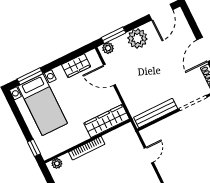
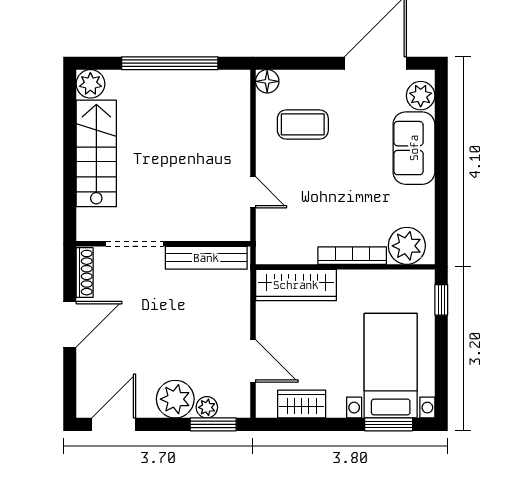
plant: (108, 48) -> (207, 407), moved
door: (149, 155) -> (253, 192), swing flipped
plant: (57, 163) -> (407, 246), width x1.87, depth x1.87

